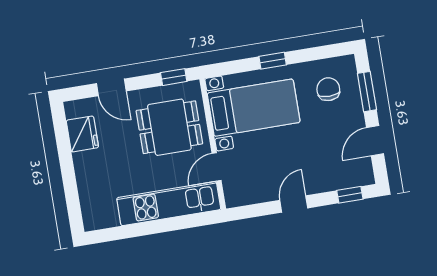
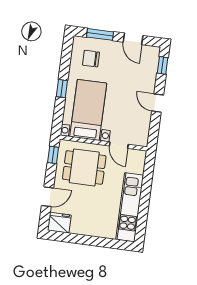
dining table: (169, 127) -> (84, 167), turned 90
fridge: (82, 134) -> (59, 223), moved
kitchen unit: (169, 204) -> (130, 207), moved

